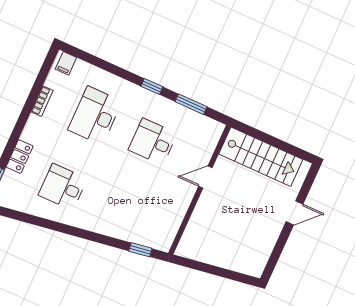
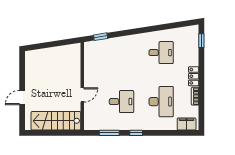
filing cabinet: (66, 63) -> (187, 124), width x2.00
locker: (20, 157) -> (194, 76), moved

